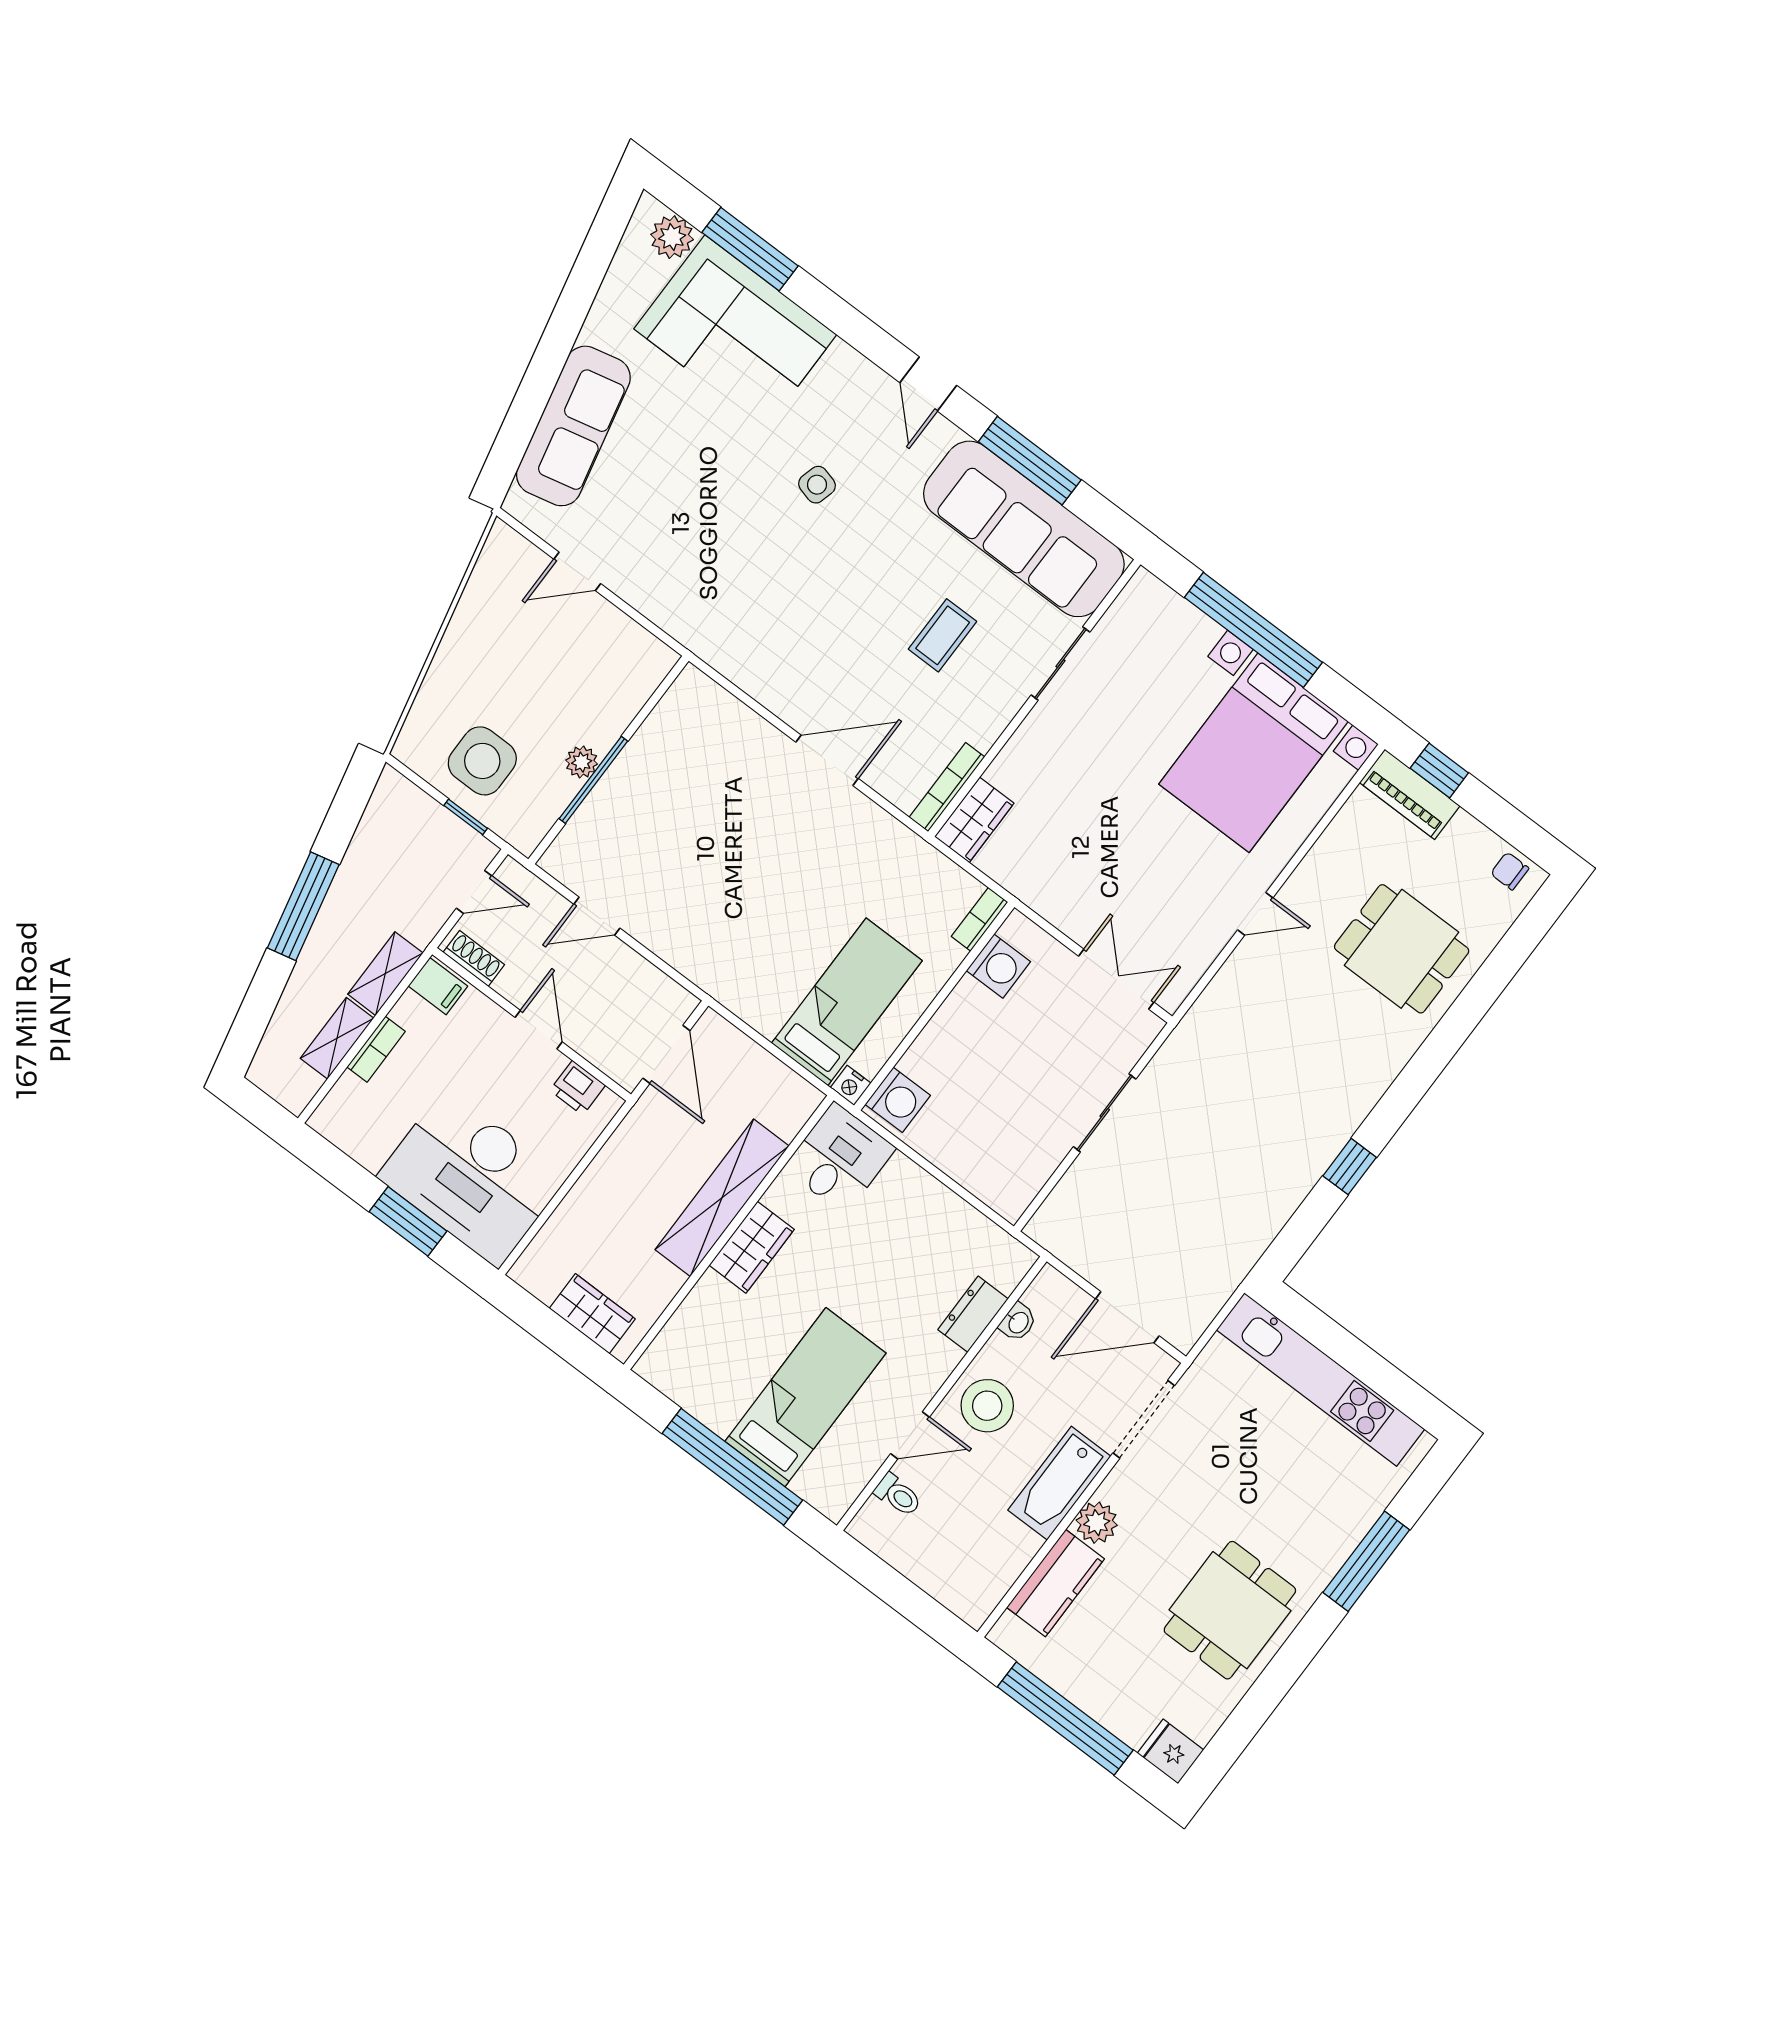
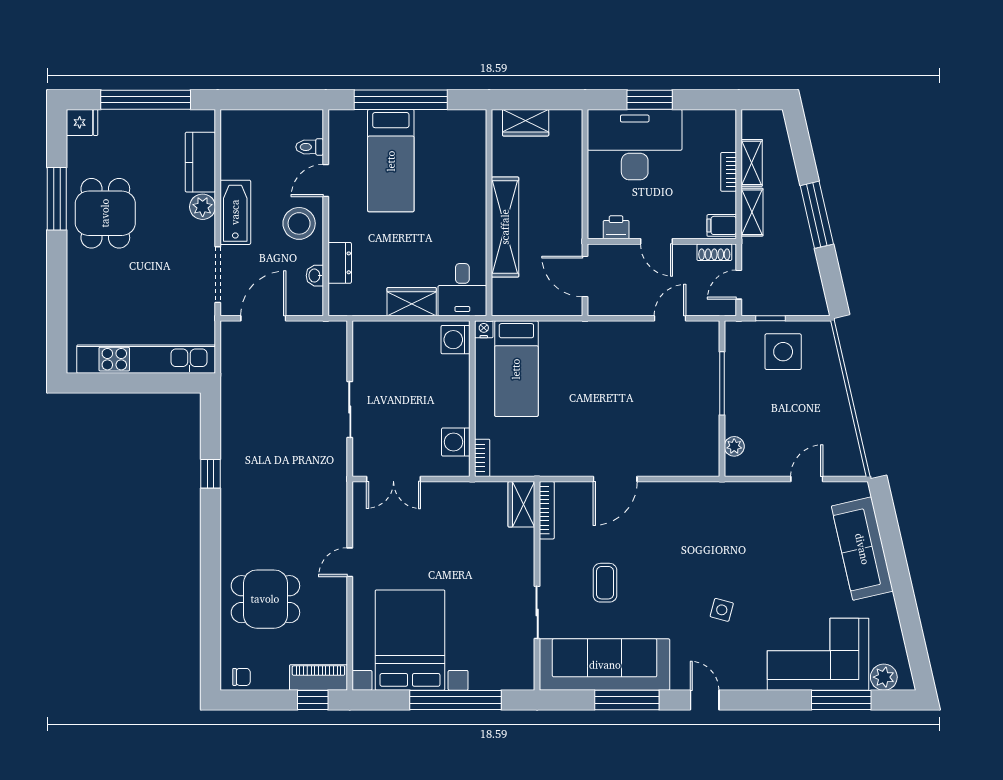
plant: (582, 762) -> (734, 446), moved
wardrobe: (752, 1247) -> (412, 302), moved, turned 90
window: (1366, 1561) -> (57, 199), moved

